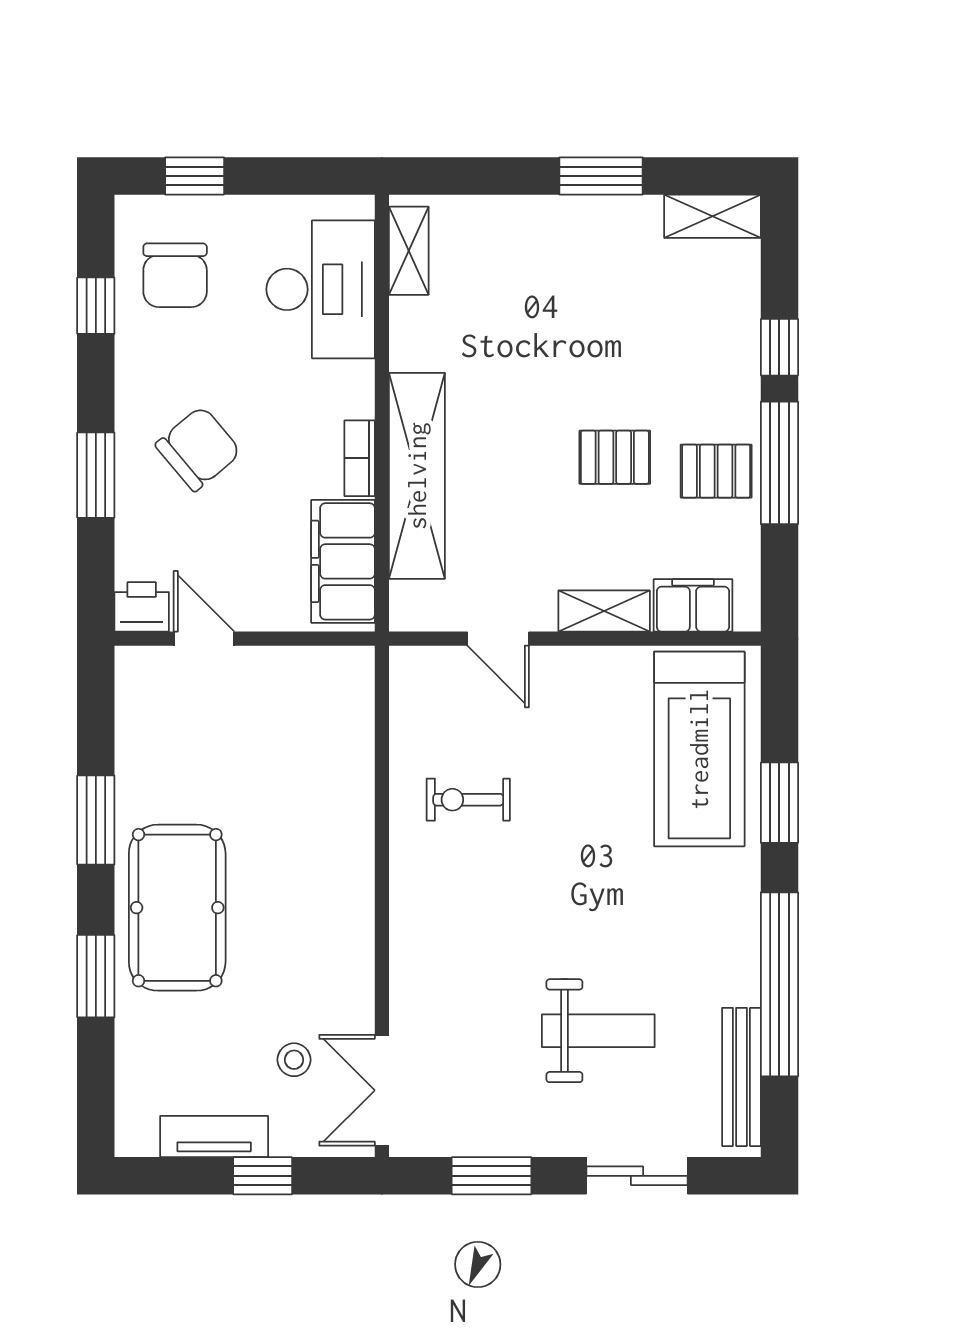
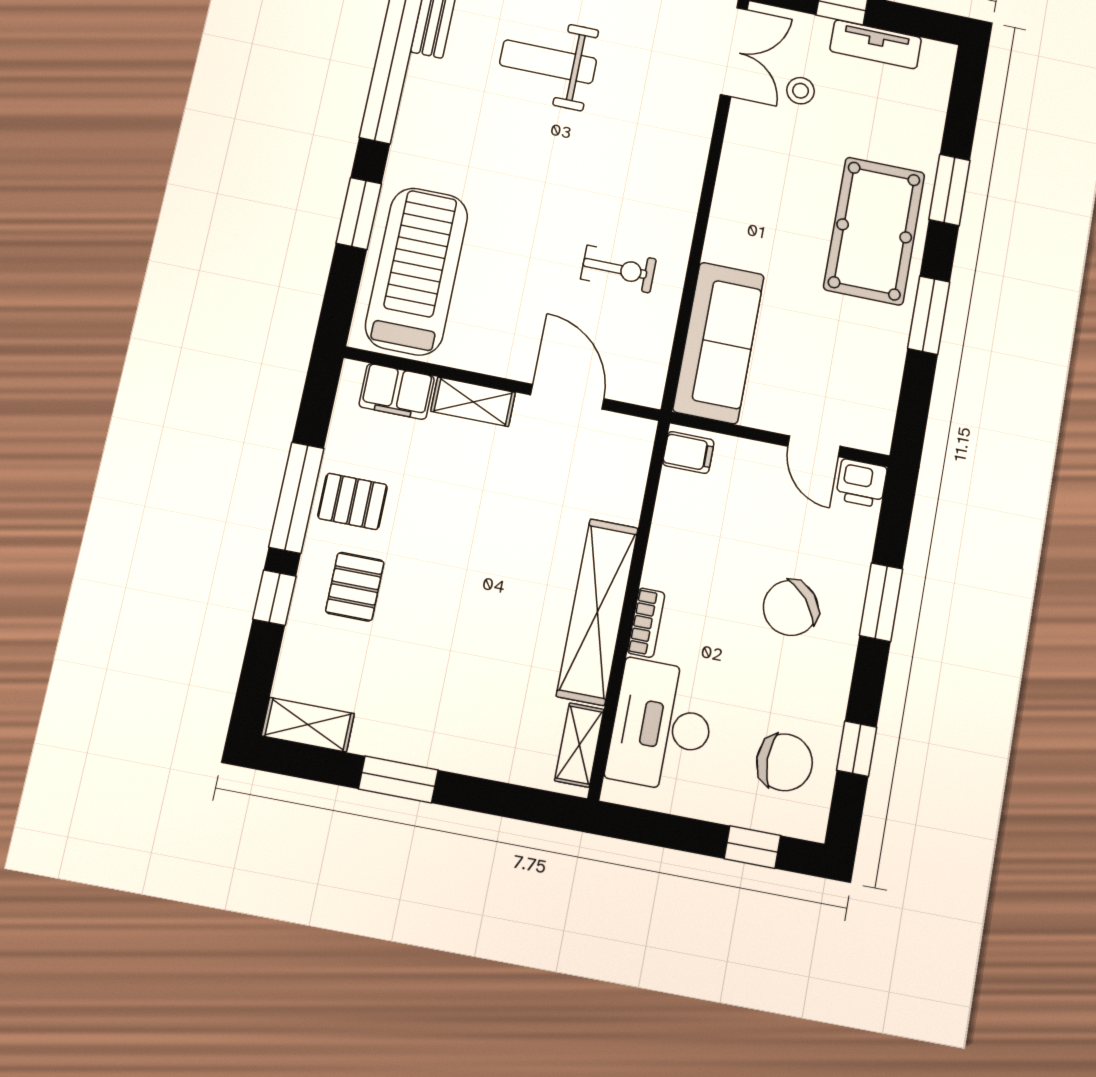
chair: (175, 275) -> (784, 762), turned 90
pallet: (615, 457) -> (355, 587), moved, turned 90
bookcase: (360, 458) -> (646, 623), moved
shelving: (417, 476) -> (597, 612), moved
filing cabinet: (343, 561) -> (688, 452), width x0.33, depth x0.86
door: (498, 639) -> (567, 397), width x1.38
sofa: (336, 737) -> (719, 343), added

